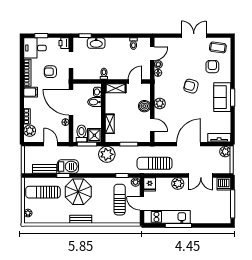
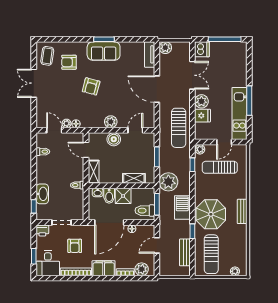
filing cabinet: (31, 92) -> (104, 268), width x2.00
shower: (94, 135) -> (123, 196), moved
barbecue: (68, 167) -> (182, 207), moved
fridge: (150, 184) -> (202, 116), moved

